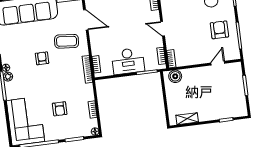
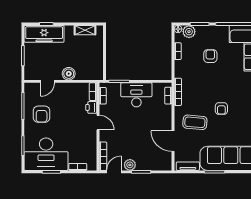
printer: (171, 43) -> (91, 107), added
boiler: (175, 76) -> (69, 74), moved
freezer: (227, 110) -> (44, 34), added
plant: (84, 130) -> (189, 32), added

